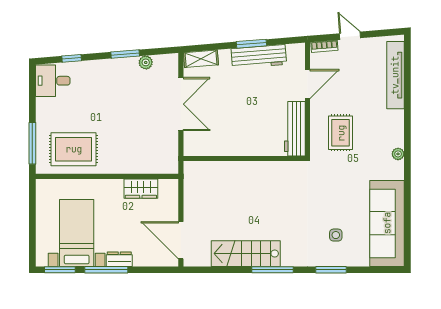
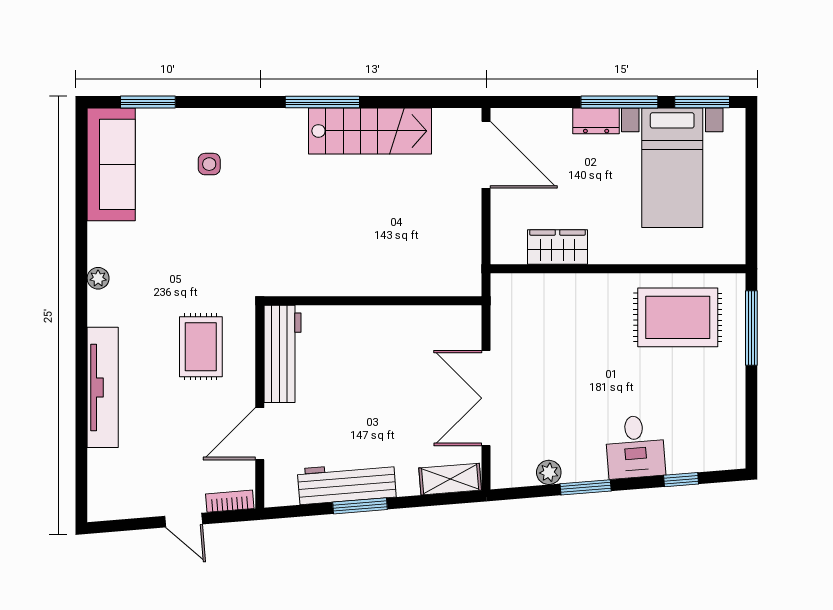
tv unit: (395, 75) -> (103, 387), moved
desk: (53, 81) -> (635, 447), moved, turned 85
plant: (398, 154) -> (98, 278), moved
sofa: (387, 223) -> (111, 164), width x0.74, depth x0.79
window: (331, 270) -> (148, 102), moved

